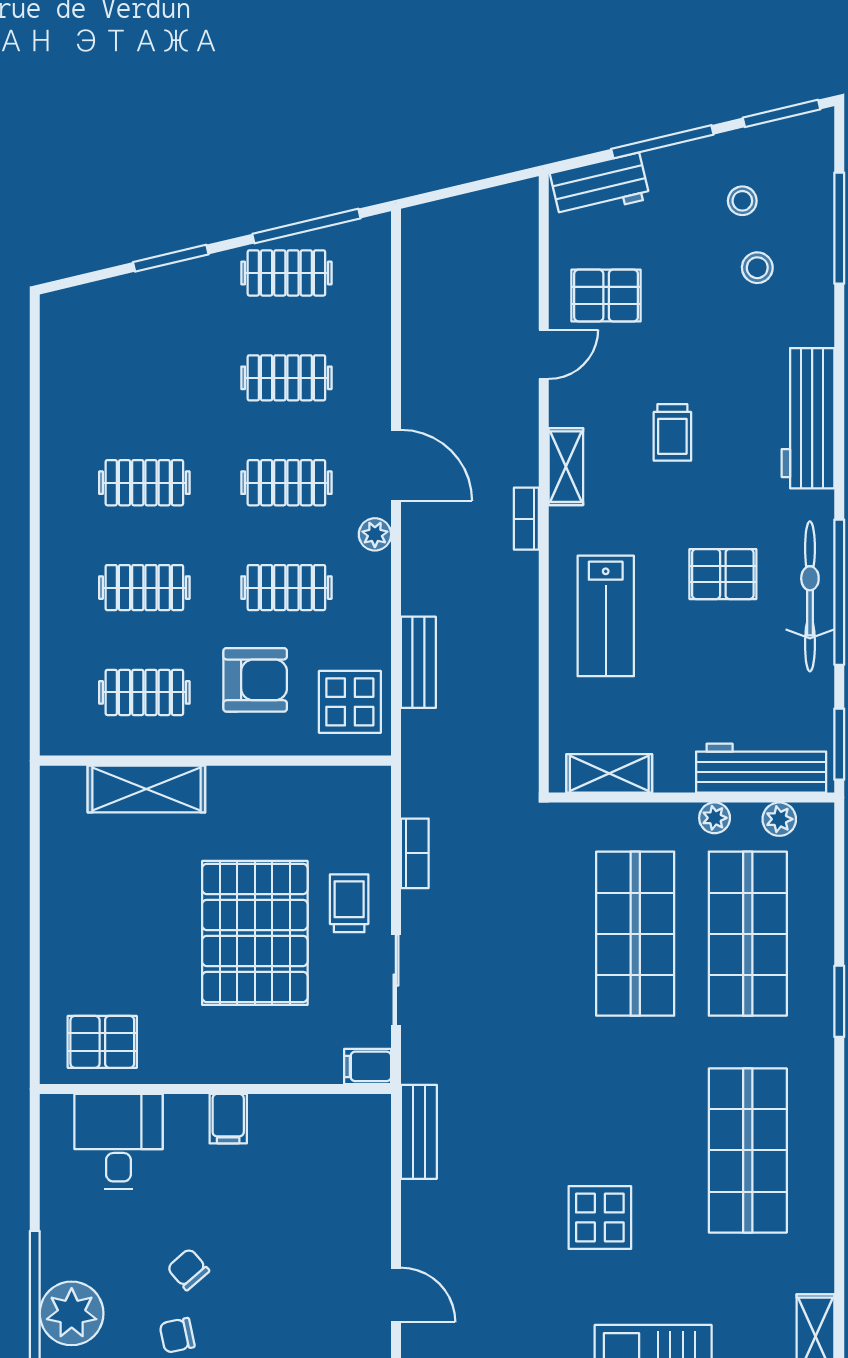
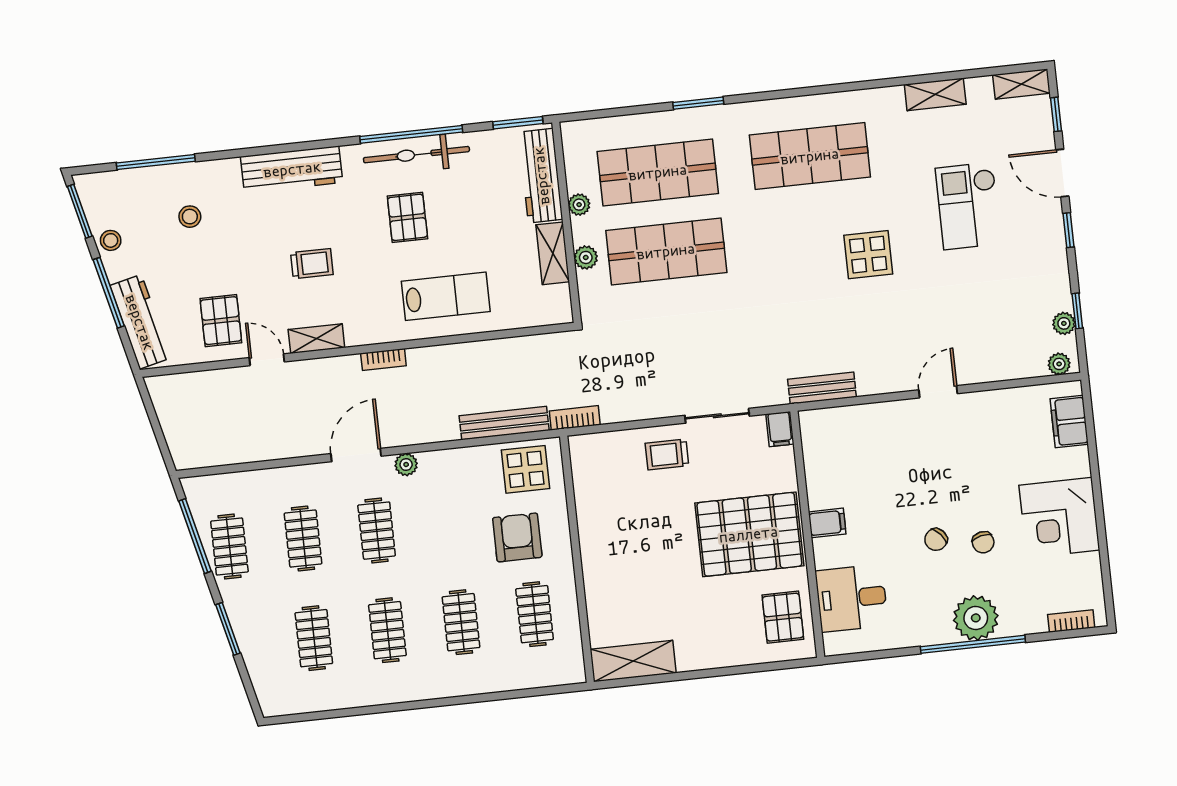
workbench: (600, 186) -> (140, 322), width x1.38
stool: (742, 201) -> (111, 240), moved
shelving: (566, 467) -> (316, 339), moved
clothes rail: (286, 588) -> (314, 638), moved
bench: (418, 662) -> (504, 423), width x1.36
shelving: (609, 773) -> (553, 253), moved
shelving: (146, 789) -> (633, 661), moved, turned 90
plant: (779, 819) -> (586, 257), moved
bookcase: (415, 853) -> (575, 418), moved
pallet: (255, 933) -> (749, 534), moved

